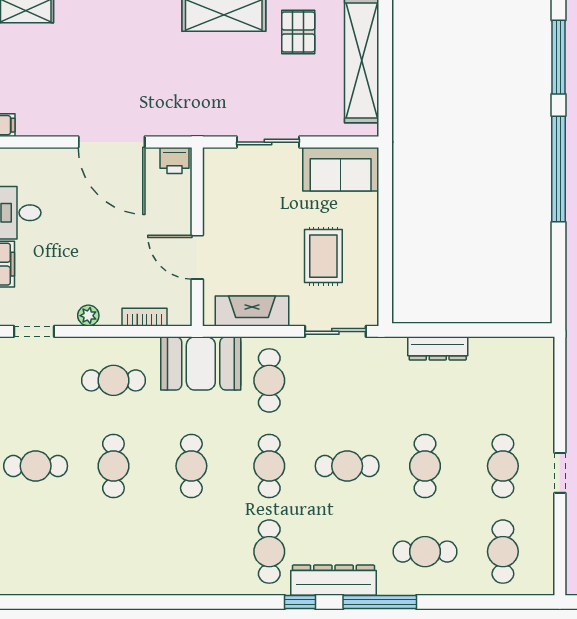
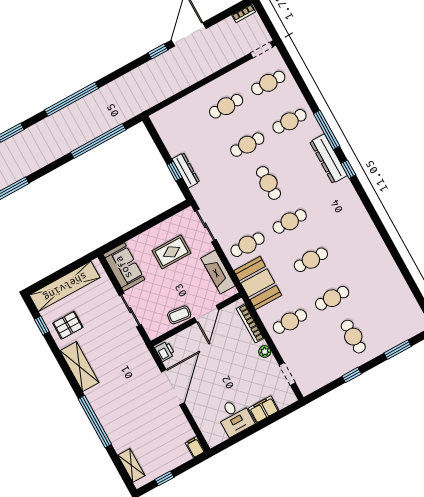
window: (559, 169) -> (98, 141), moved
coffee table: (219, 214) -> (179, 315), added
bookcase: (145, 317) -> (250, 323), width x1.56
window: (446, 330) -> (175, 171), added
cafe table: (113, 380) -> (290, 321), turned 90
doorway: (560, 473) -> (261, 50), moved
cafe table: (269, 552) -> (332, 198), removed
cafe table: (425, 552) -> (289, 121), turned 90

